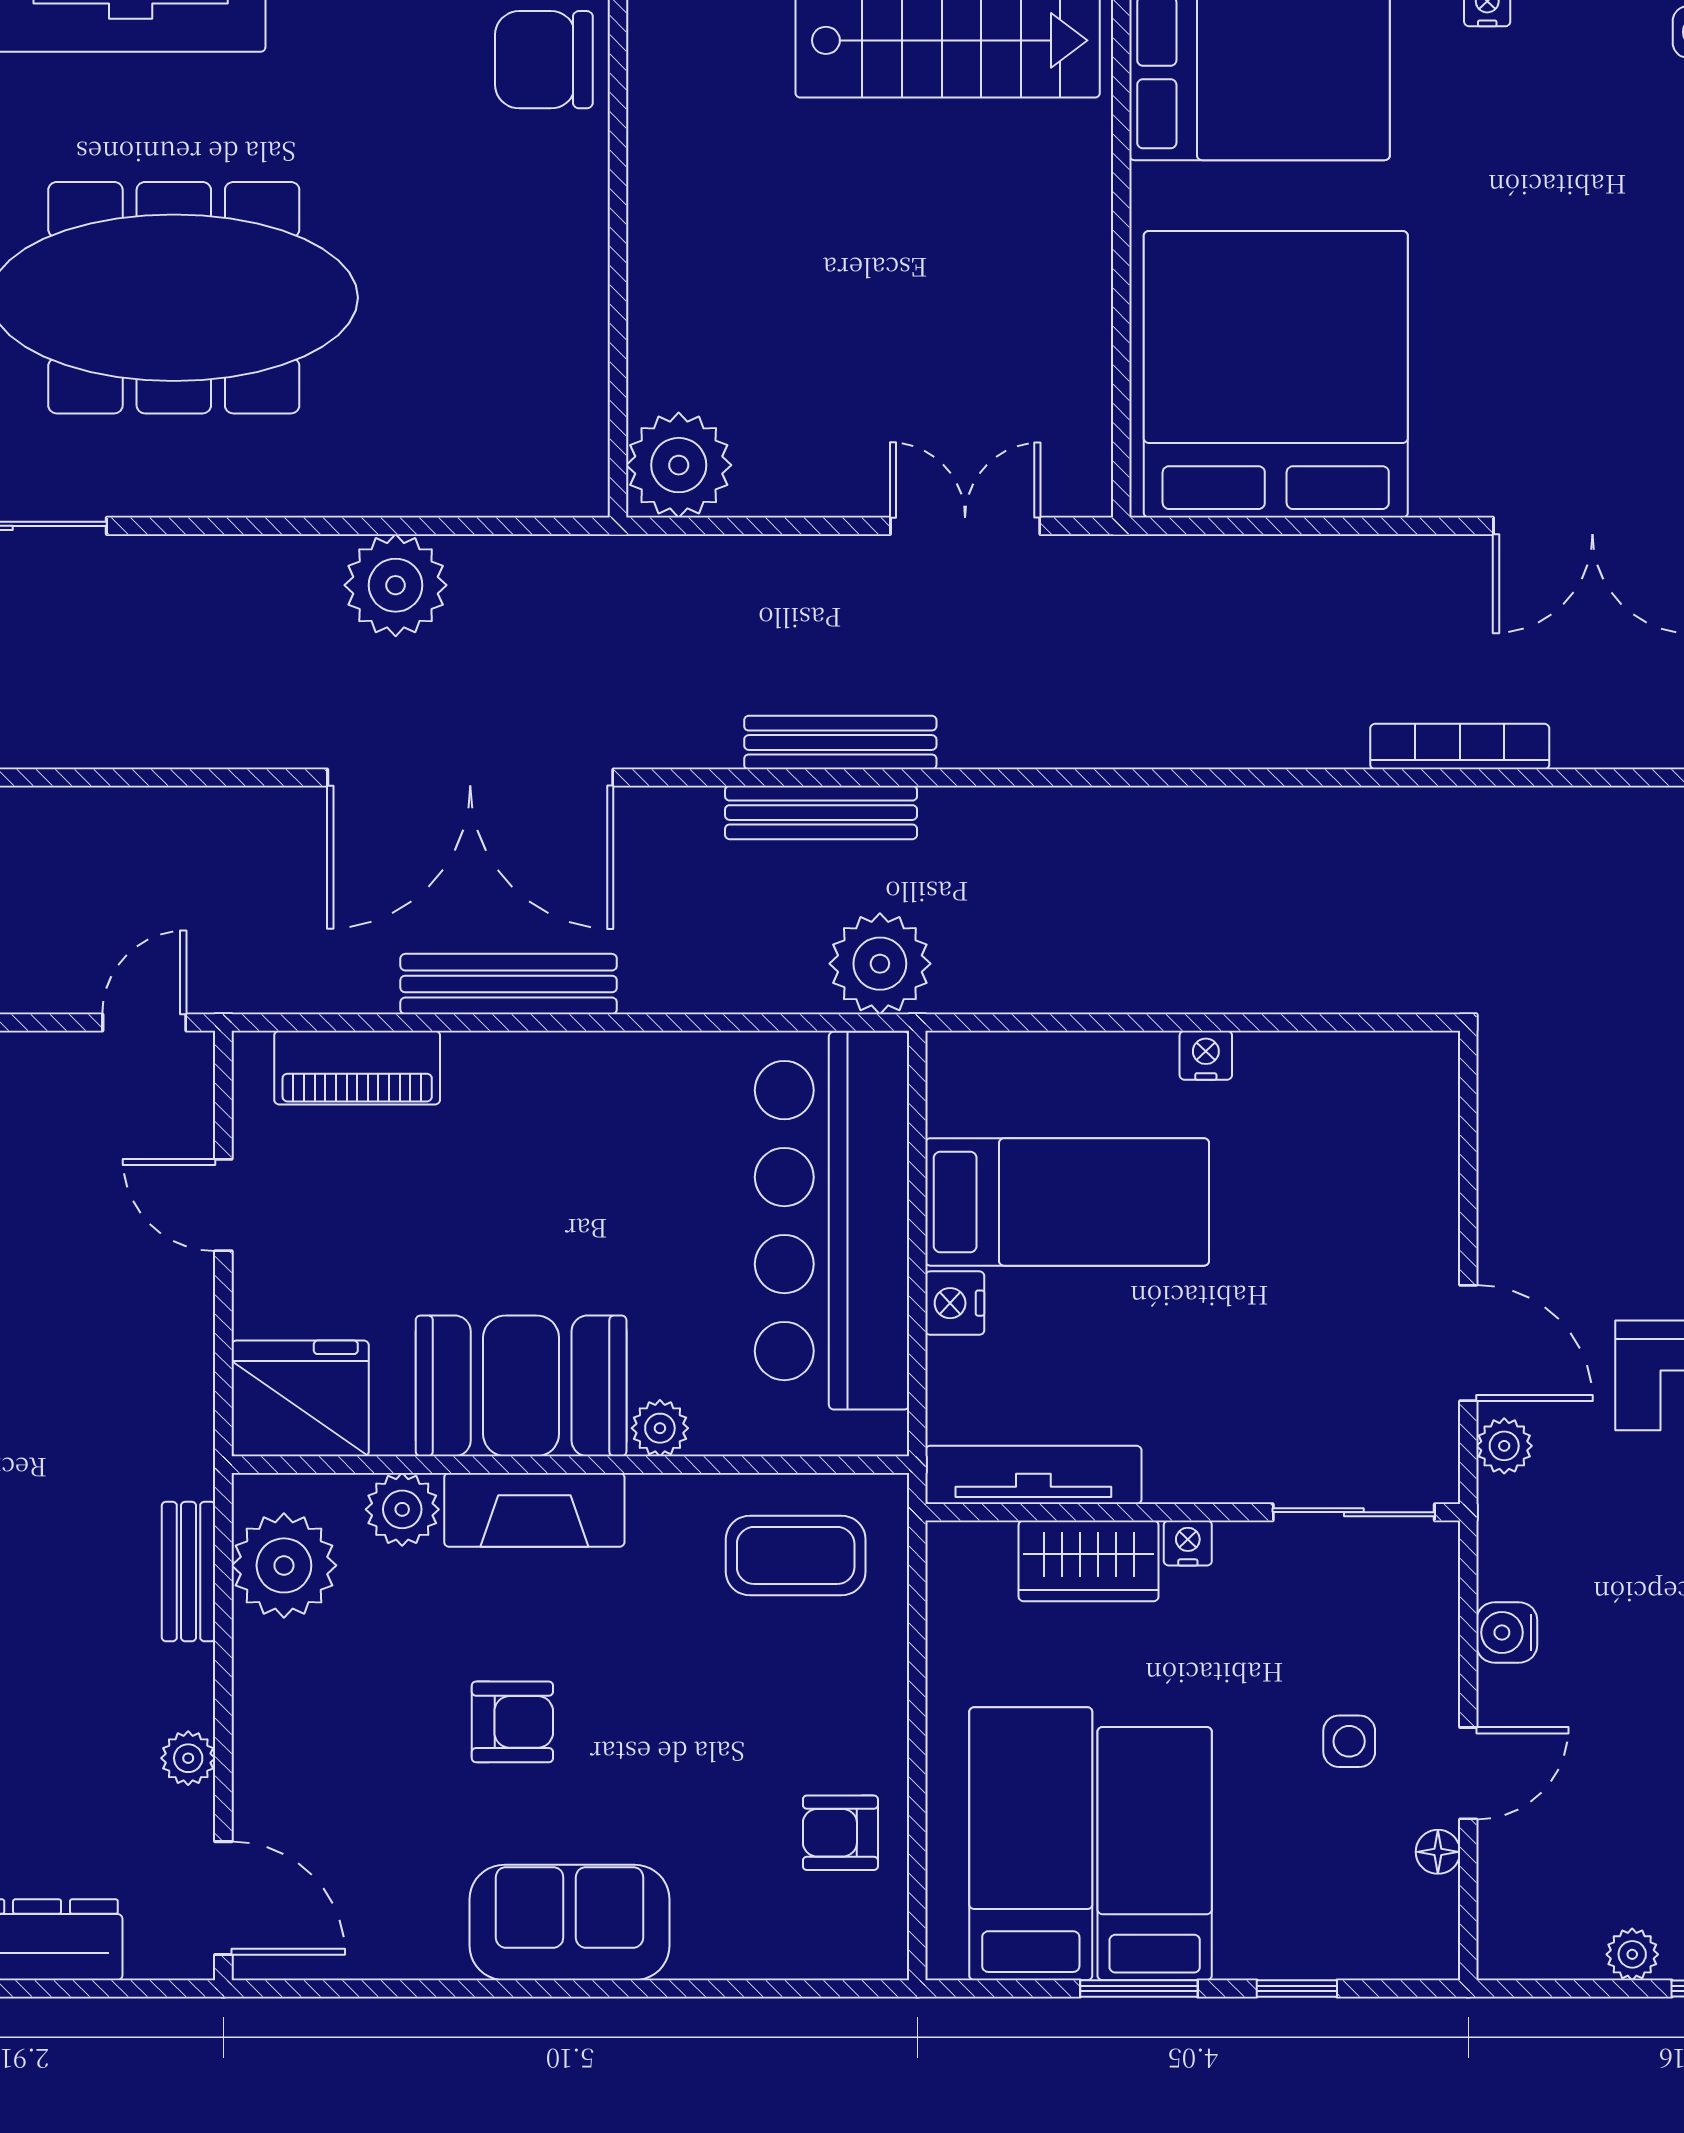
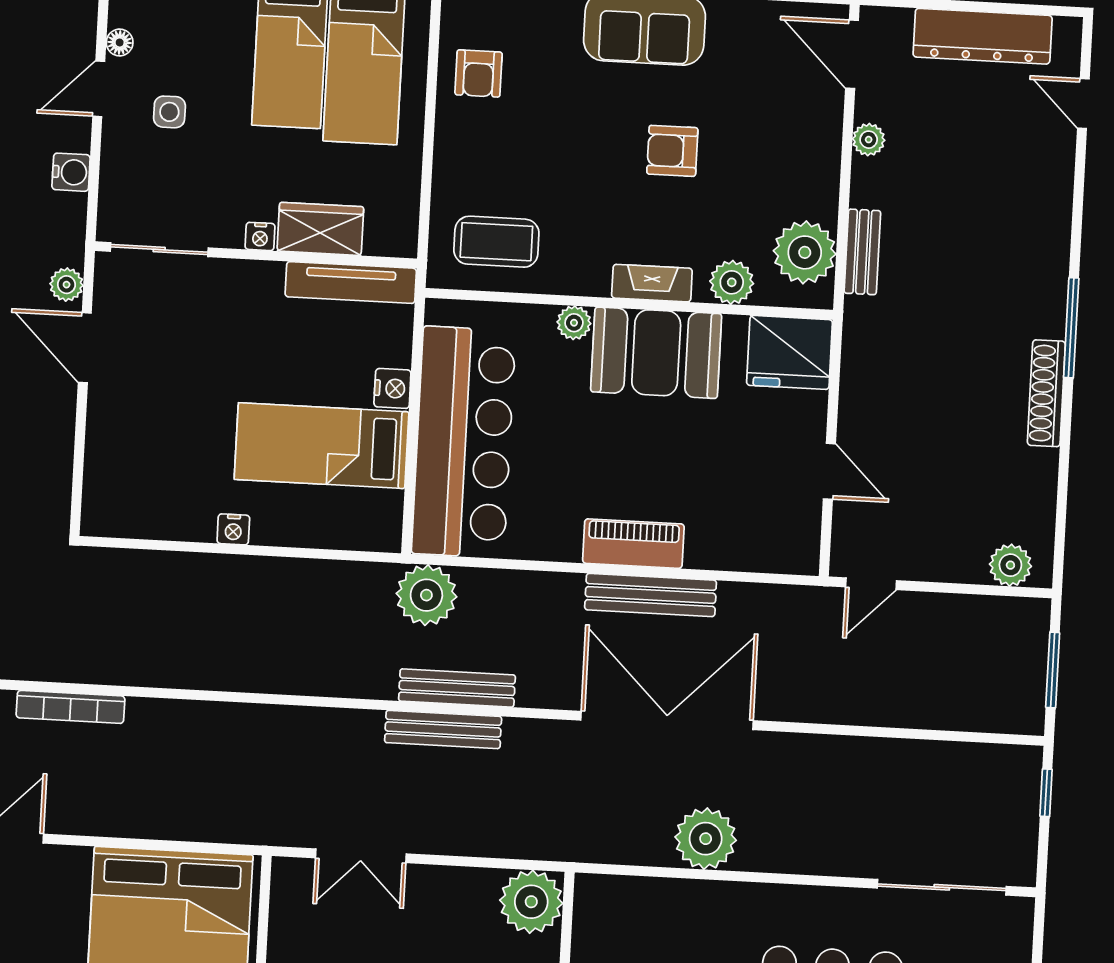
piano: (357, 1068) -> (633, 544), moved
fireplace: (534, 1510) -> (652, 283), width x0.73, depth x0.76
armchair: (840, 1833) -> (479, 73), turned 90

